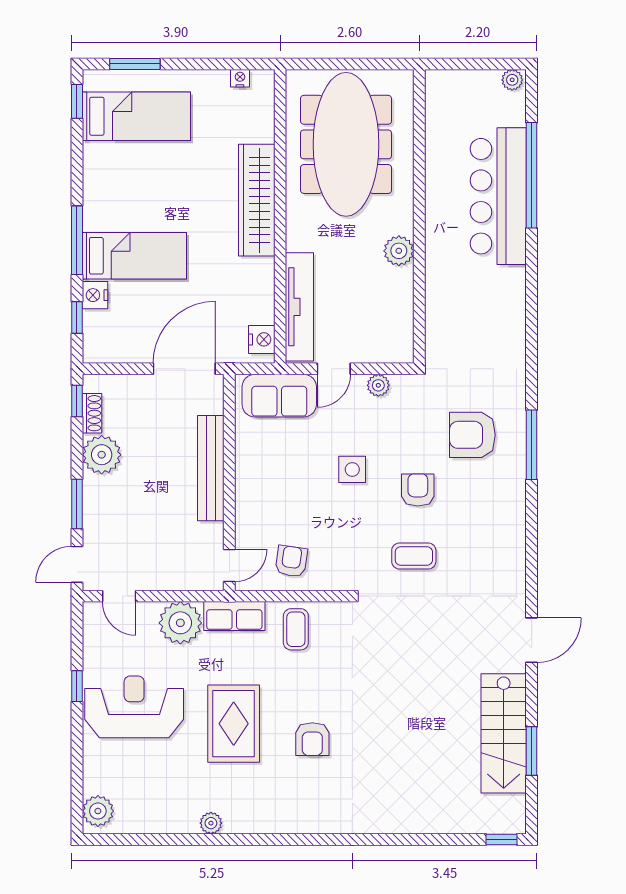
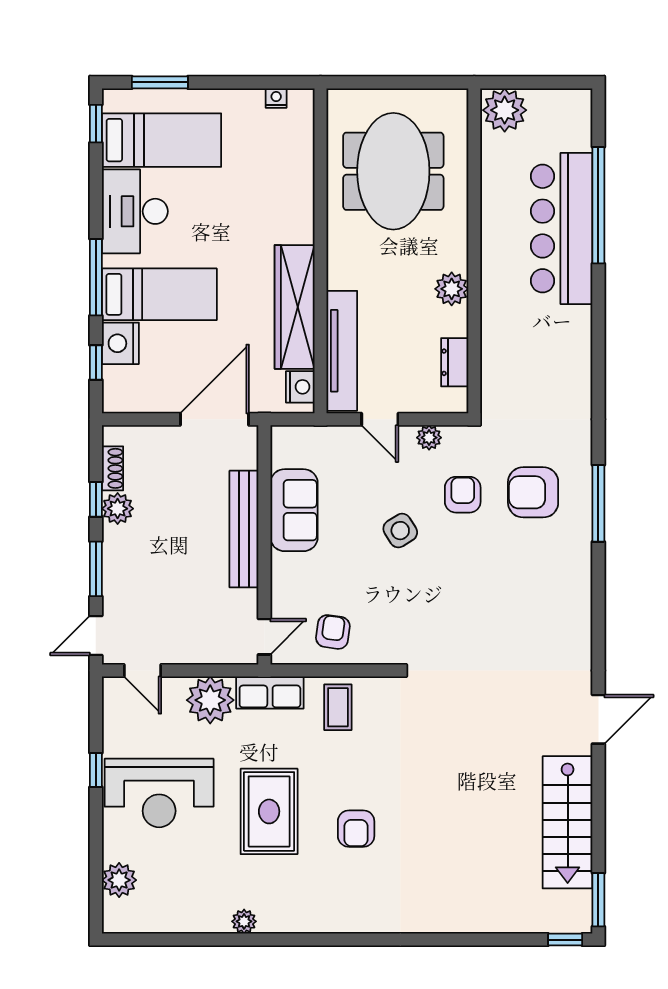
plant: (512, 80) -> (505, 110), moved, width x1.88, depth x1.88
meeting table: (346, 144) -> (393, 171), width x0.73
desk: (112, 181) -> (135, 211), added
wardrobe: (257, 200) -> (295, 307), moved
nightstand: (95, 295) -> (120, 343), width x1.36, depth x1.33
dresser: (402, 317) -> (455, 362), added
door: (334, 369) -> (380, 419), hinge flipped
sofa: (279, 396) -> (294, 510), moved, turned -90
window: (77, 401) -> (96, 499), moved
plant: (102, 455) -> (118, 509), width x0.73, depth x0.73
side table: (352, 469) -> (400, 531), turned -32
armchair: (418, 490) -> (463, 495), moved
coffee table: (414, 556) -> (468, 626), removed
reception desk: (134, 707) -> (159, 793), turned 180
window: (532, 751) -> (598, 900), moved
plant: (98, 811) -> (119, 880), moved

